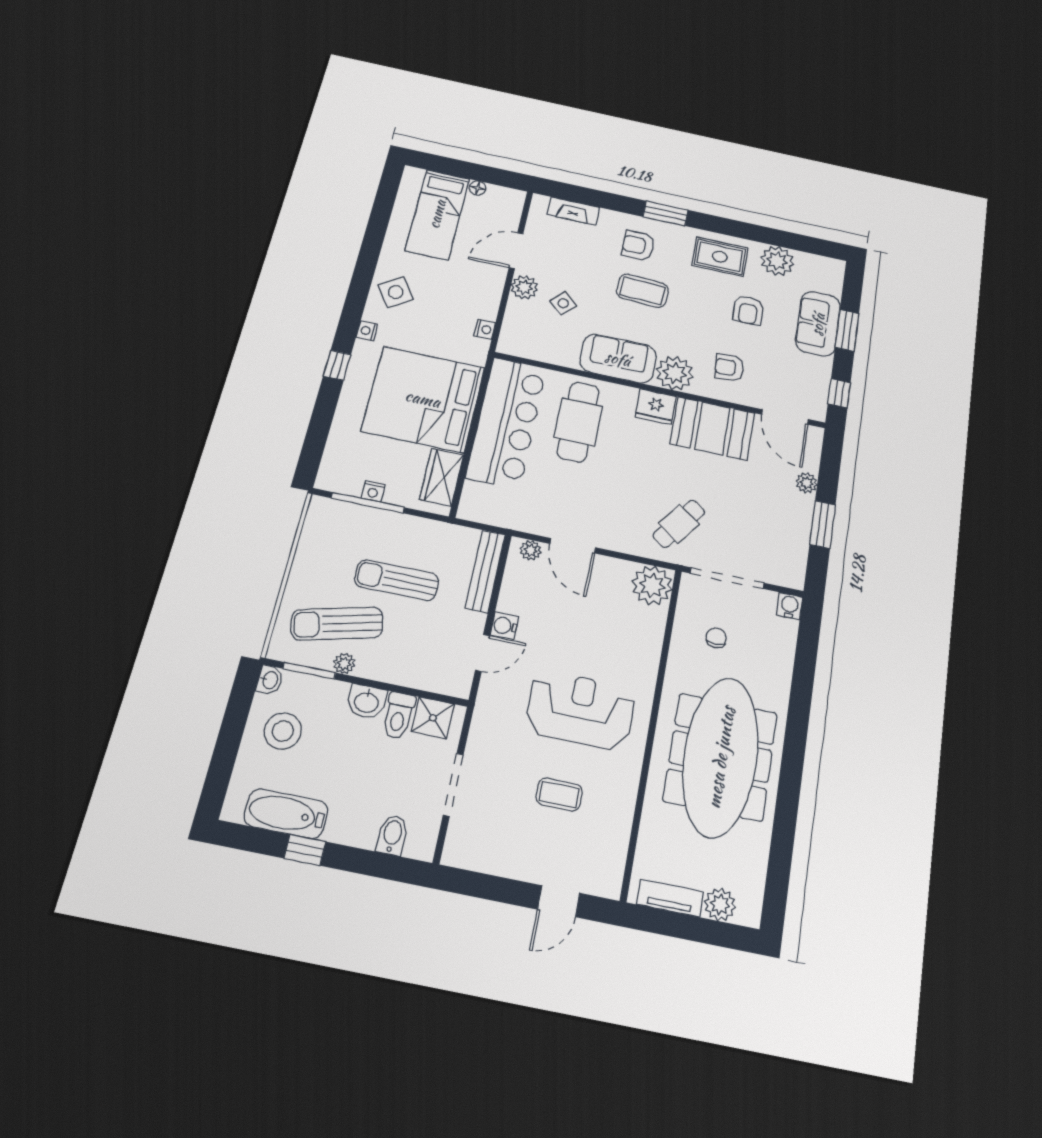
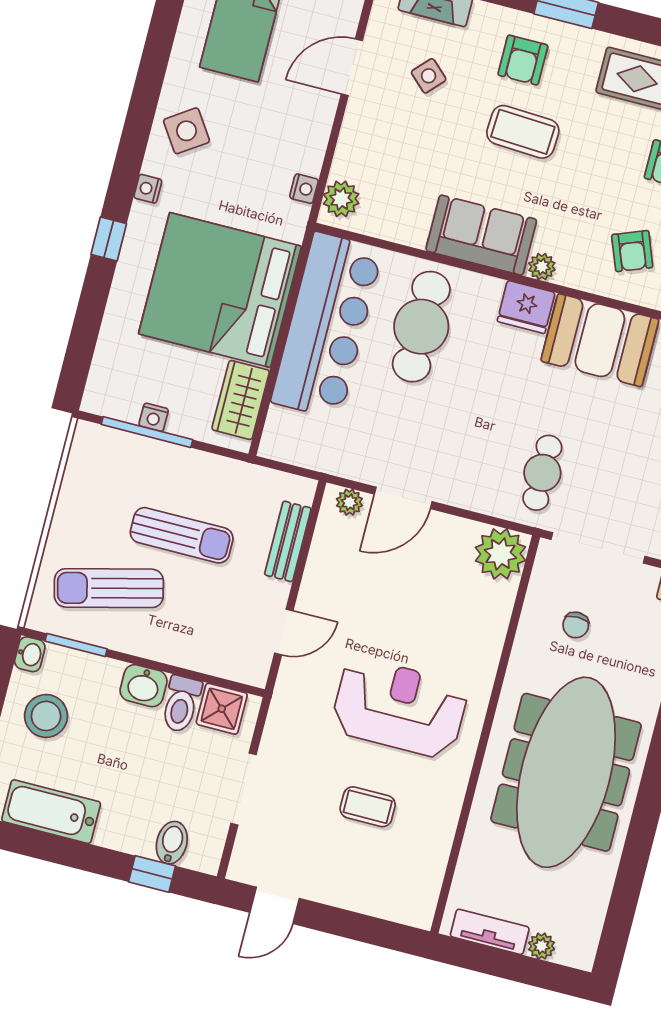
armchair: (638, 245) -> (523, 60), turned -90
plant: (524, 287) -> (341, 199), moved
side table: (563, 303) -> (429, 76), moved
armchair: (729, 368) -> (632, 251), turned -108
plant: (675, 373) -> (542, 267), width x0.53, depth x0.53
cafe table: (679, 524) -> (542, 473), turned -36
door: (573, 546) -> (403, 498), hinge flipped
bench: (485, 571) -> (288, 541), width x0.73
sun lounger: (397, 580) -> (182, 535), turned 180
water cooler: (504, 626) -> (312, 599), removed
chair: (716, 638) -> (576, 625), turned 180
plant: (344, 664) -> (117, 638), removed
window: (305, 850) -> (152, 874), moved
door: (559, 901) -> (275, 905), moved
plant: (720, 904) -> (542, 946), width x0.73, depth x0.73

